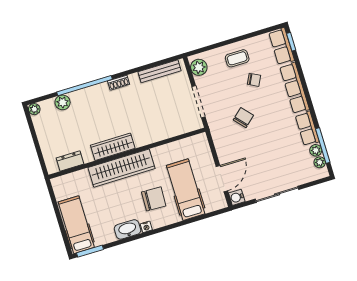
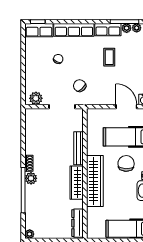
coffee table: (237, 58) -> (109, 57), moved
bench: (160, 71) -> (78, 148), moved
plant: (63, 102) -> (31, 178), moved
chair: (243, 118) -> (80, 86), moved
dresser: (70, 161) -> (78, 223), width x1.44

